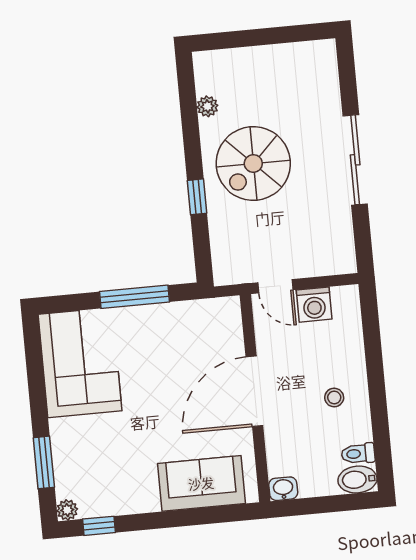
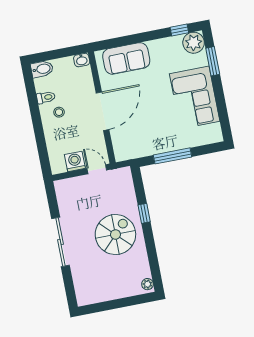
plant: (207, 106) -> (148, 284), moved
corner sofa: (80, 363) -> (195, 98), moved
toilet: (358, 454) -> (46, 97), moved
plant: (67, 510) -> (194, 43), width x1.87, depth x1.87

